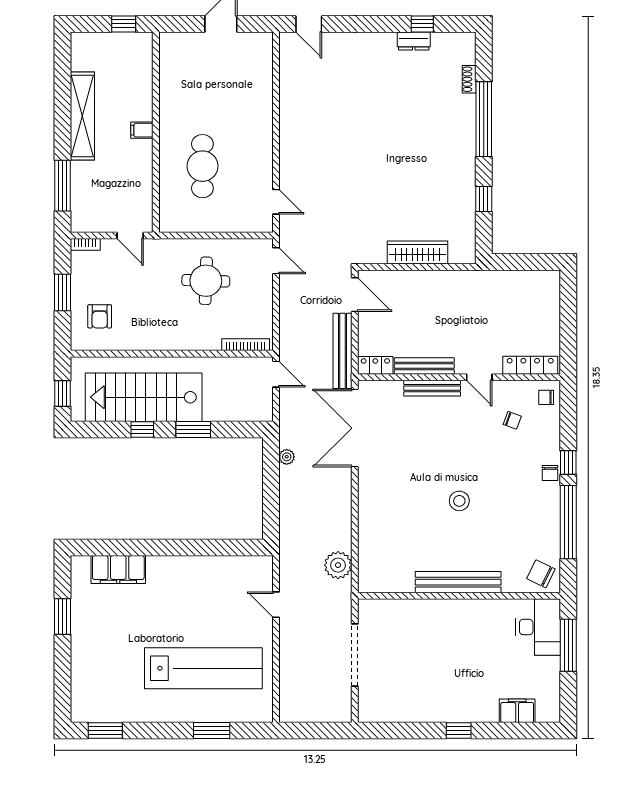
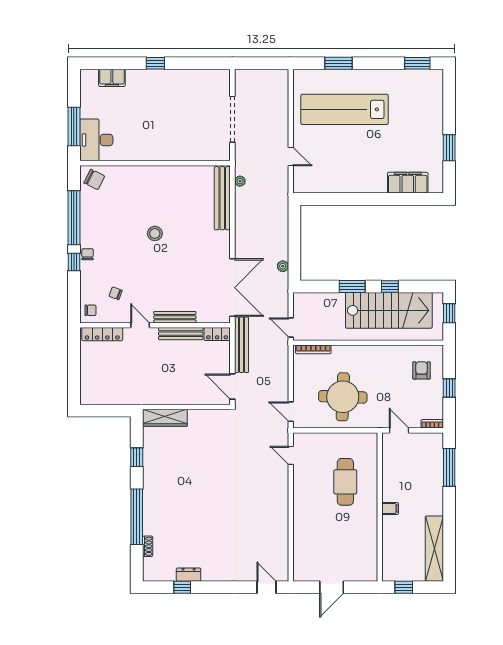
shelving: (82, 116) -> (434, 549), moved
wardrobe: (417, 252) -> (165, 418), moved
round table: (206, 281) -> (343, 397), width x1.36, depth x1.36
window: (62, 292) -> (449, 388), width x0.67
plant: (338, 565) -> (240, 181), width x0.53, depth x0.53
bench: (458, 582) -> (222, 198), moved, turned 90

